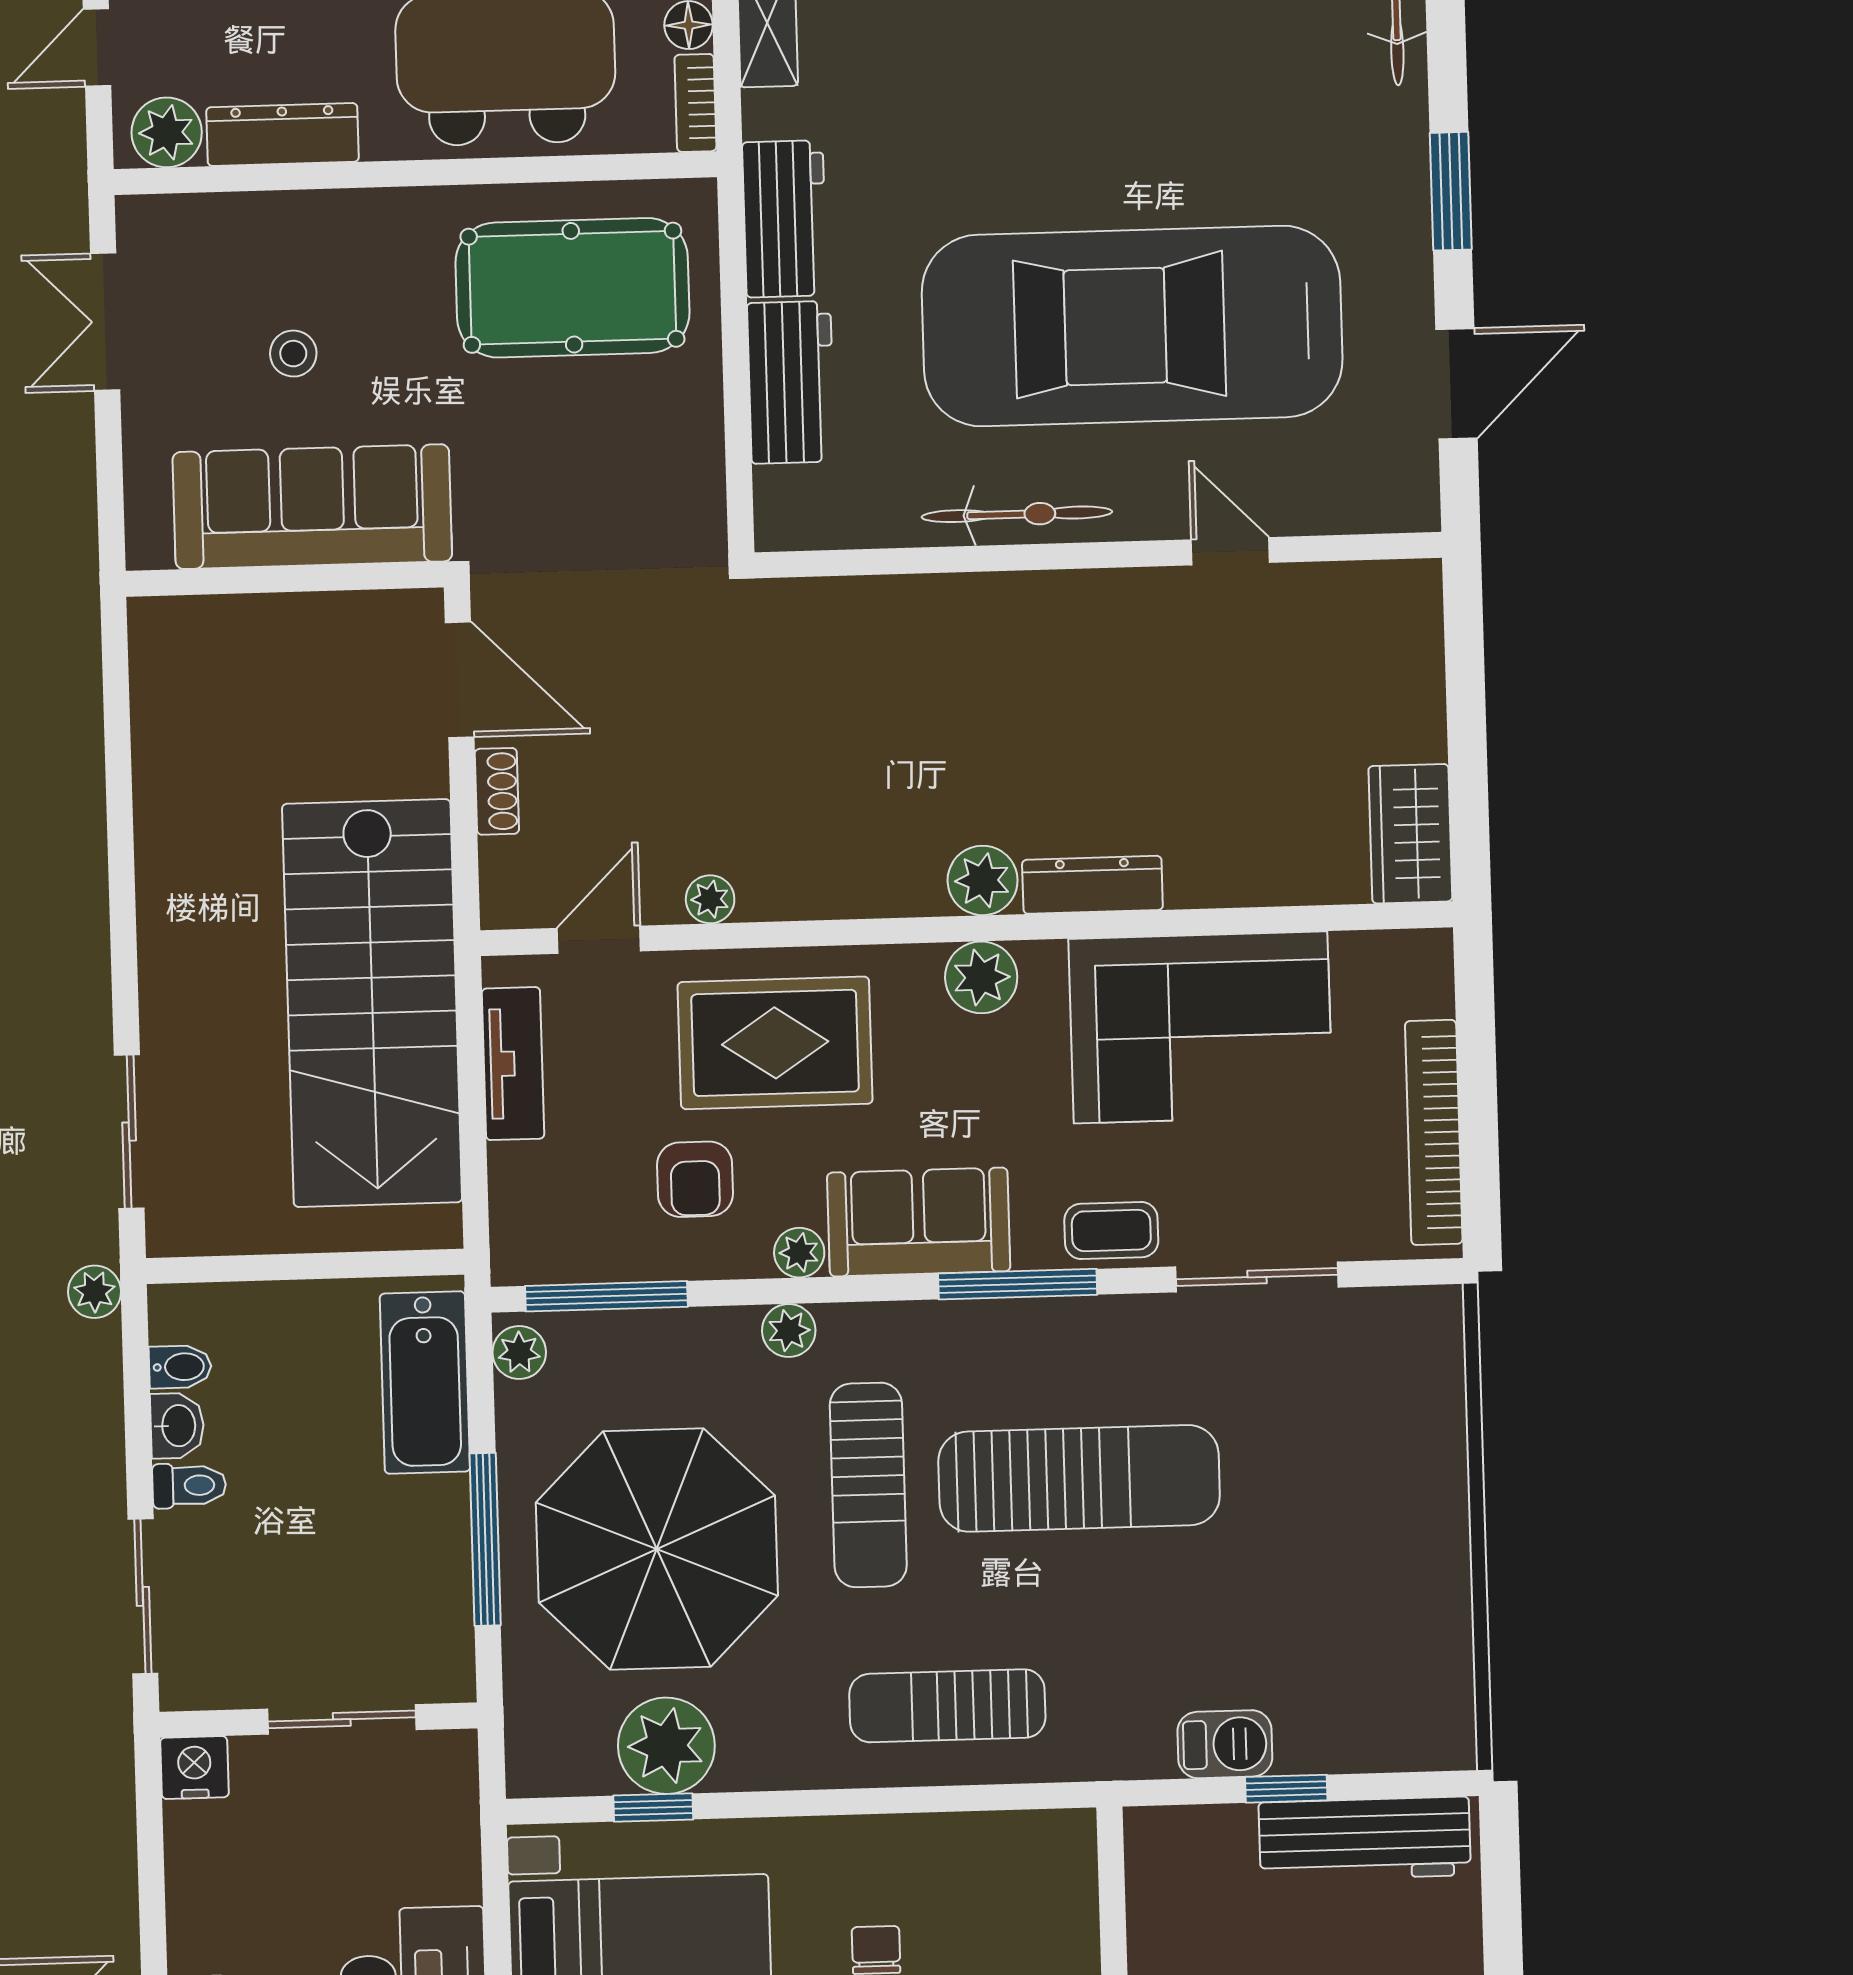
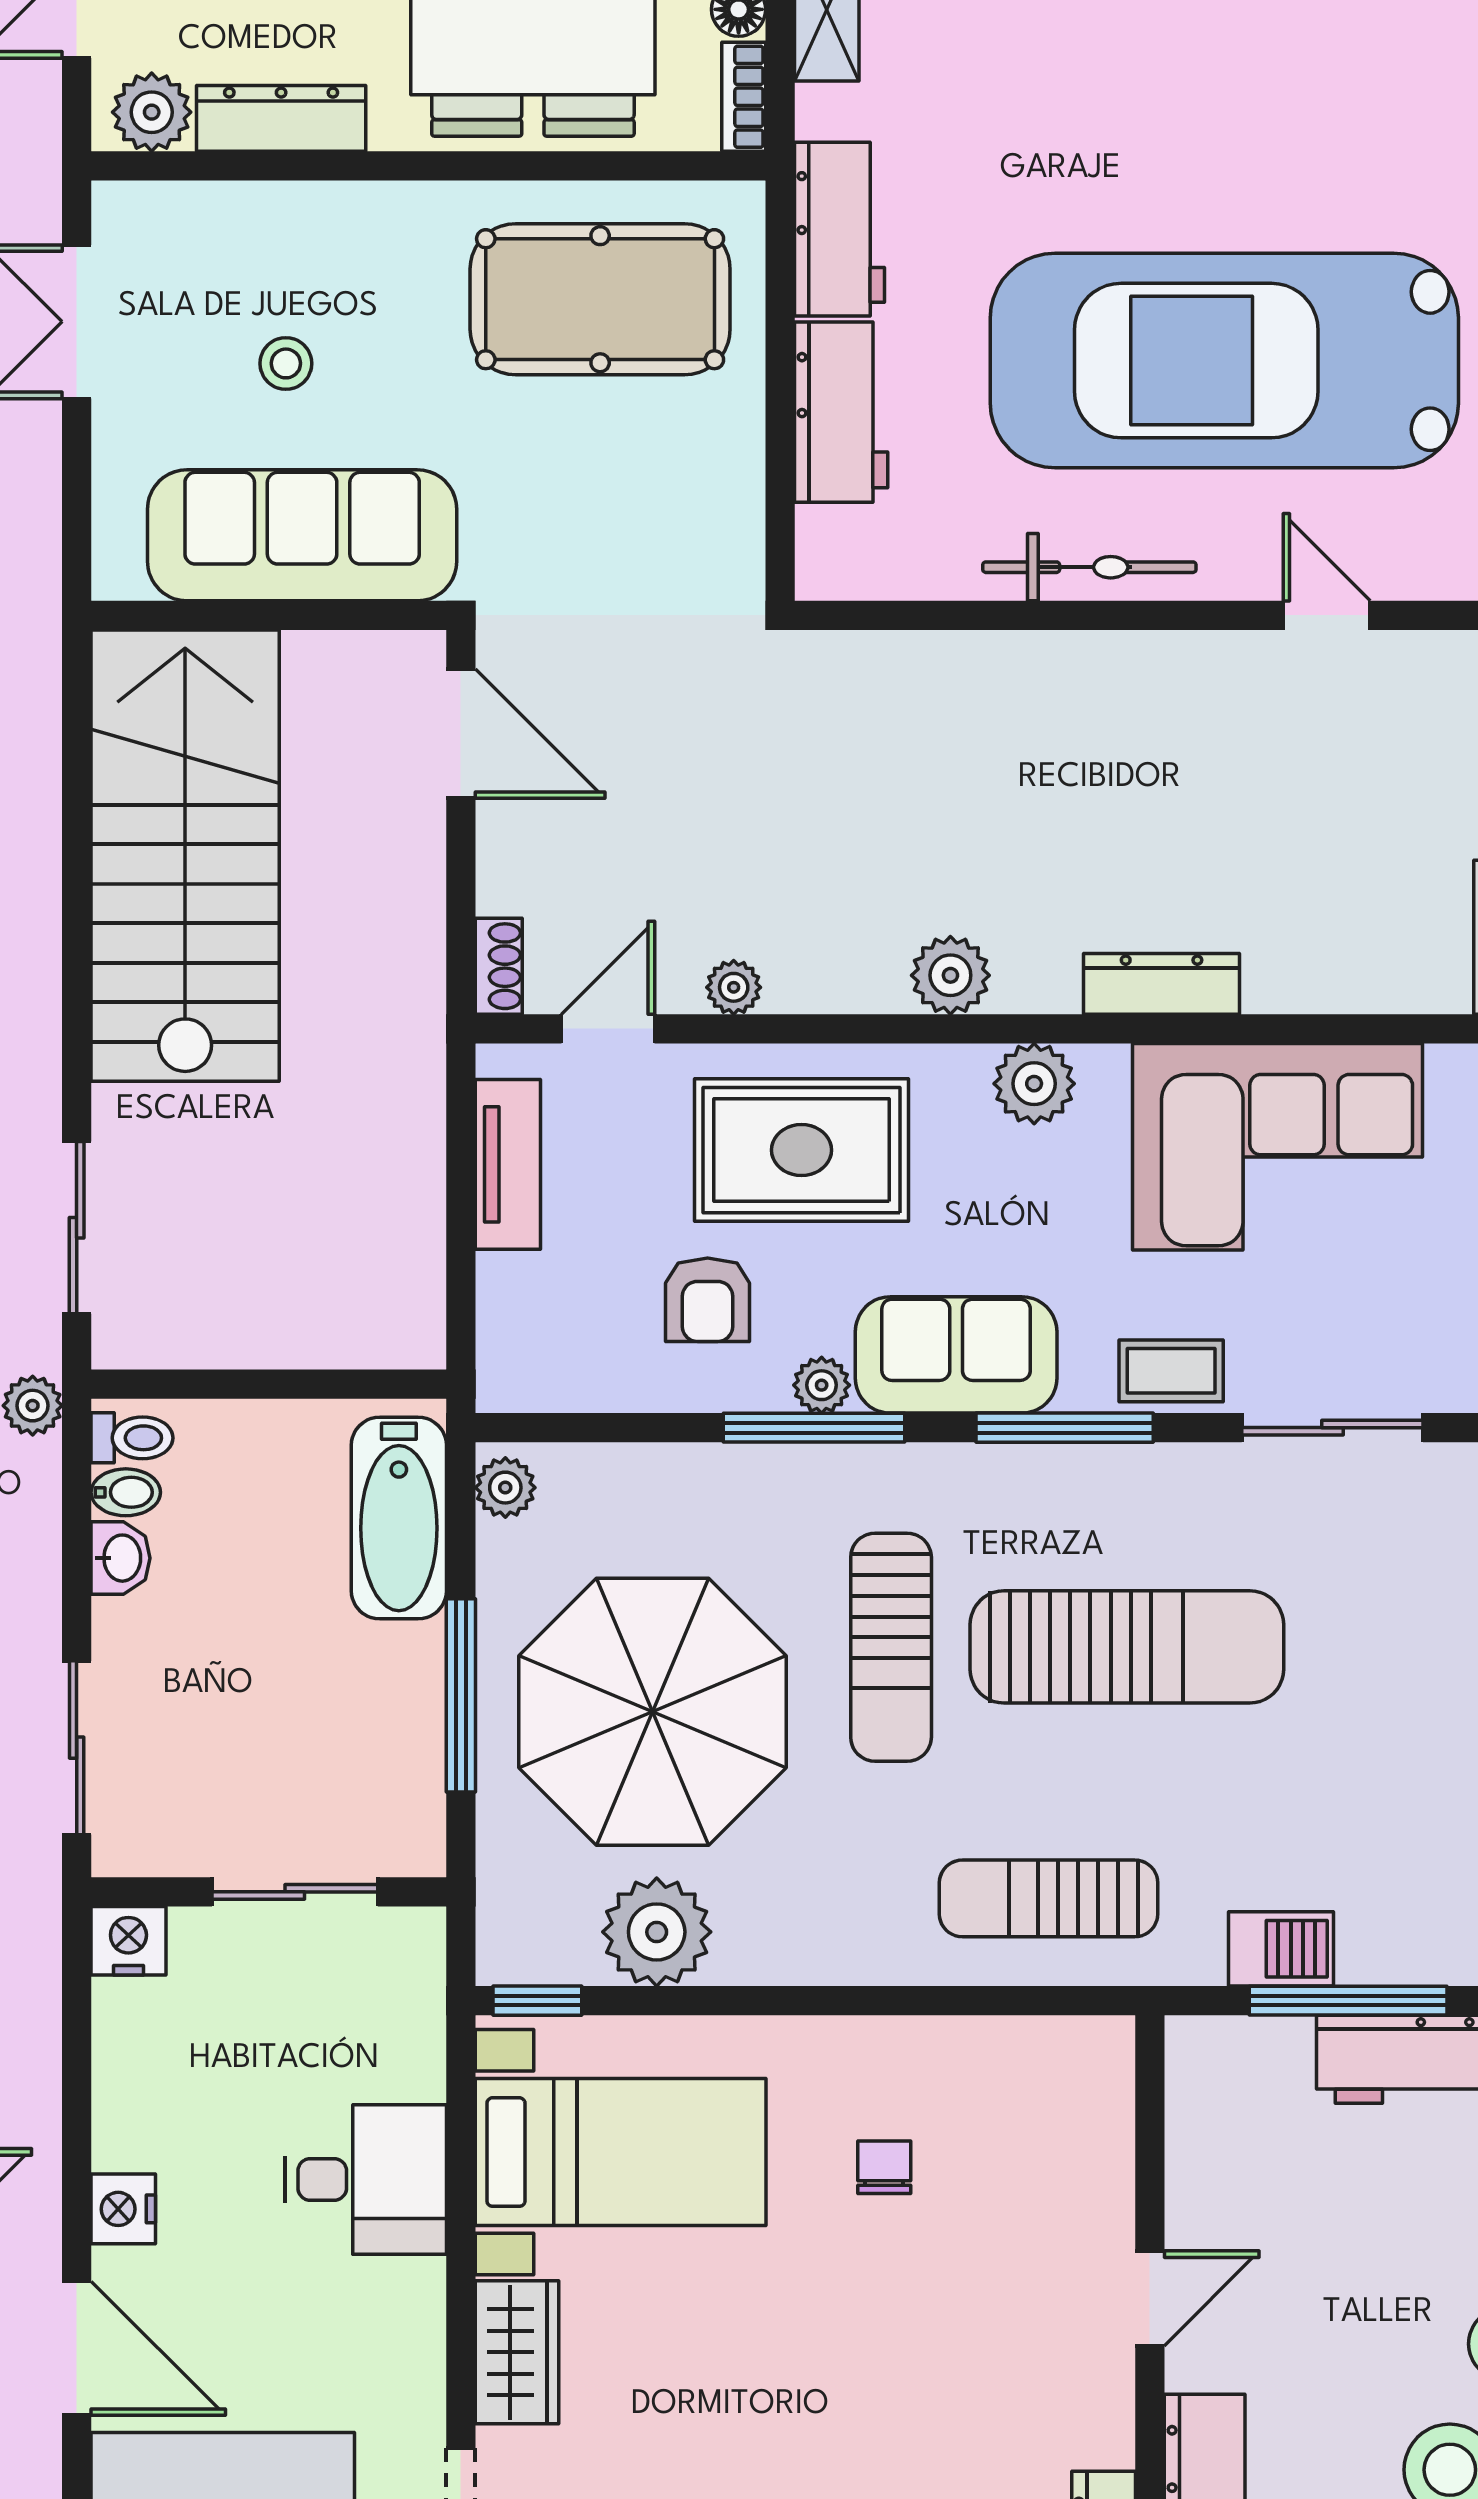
shoe rack: (497, 791) -> (499, 966), moved
plant: (983, 880) -> (950, 975), moved
stairs: (372, 1003) -> (185, 856), moved, turned 180
window: (606, 1296) -> (814, 1428), moved
plant: (789, 1331) -> (807, 1472), removed
toilet: (189, 1485) -> (132, 1438), moved
sun lounger: (947, 1706) -> (1049, 1898), moved
window: (1286, 1789) -> (1348, 2001), width x2.17
window: (653, 1807) -> (537, 2001), moved

